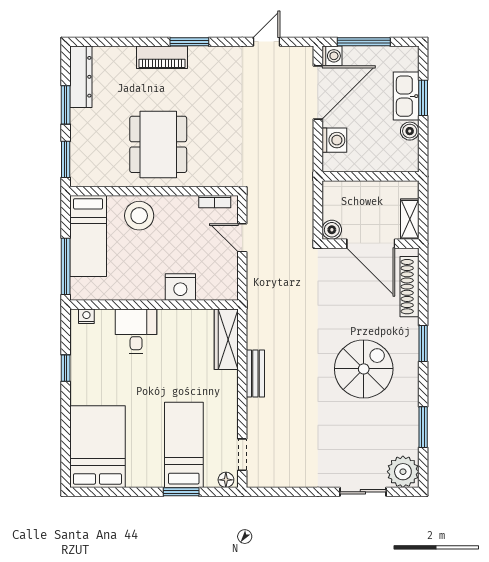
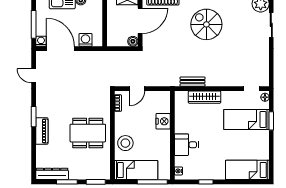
wardrobe: (226, 339) -> (205, 97), moved
bench: (255, 374) -> (193, 82), moved
bed: (97, 447) -> (247, 170), width x0.67

